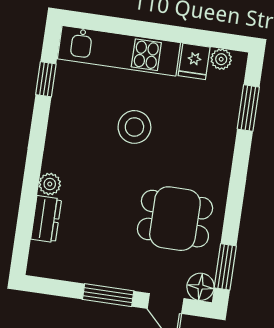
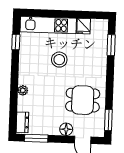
plant: (221, 59) -> (96, 24), removed
dresser: (46, 219) -> (22, 122), moved
floor lamp: (200, 287) -> (66, 129), moved
window: (108, 295) -> (36, 138), moved

